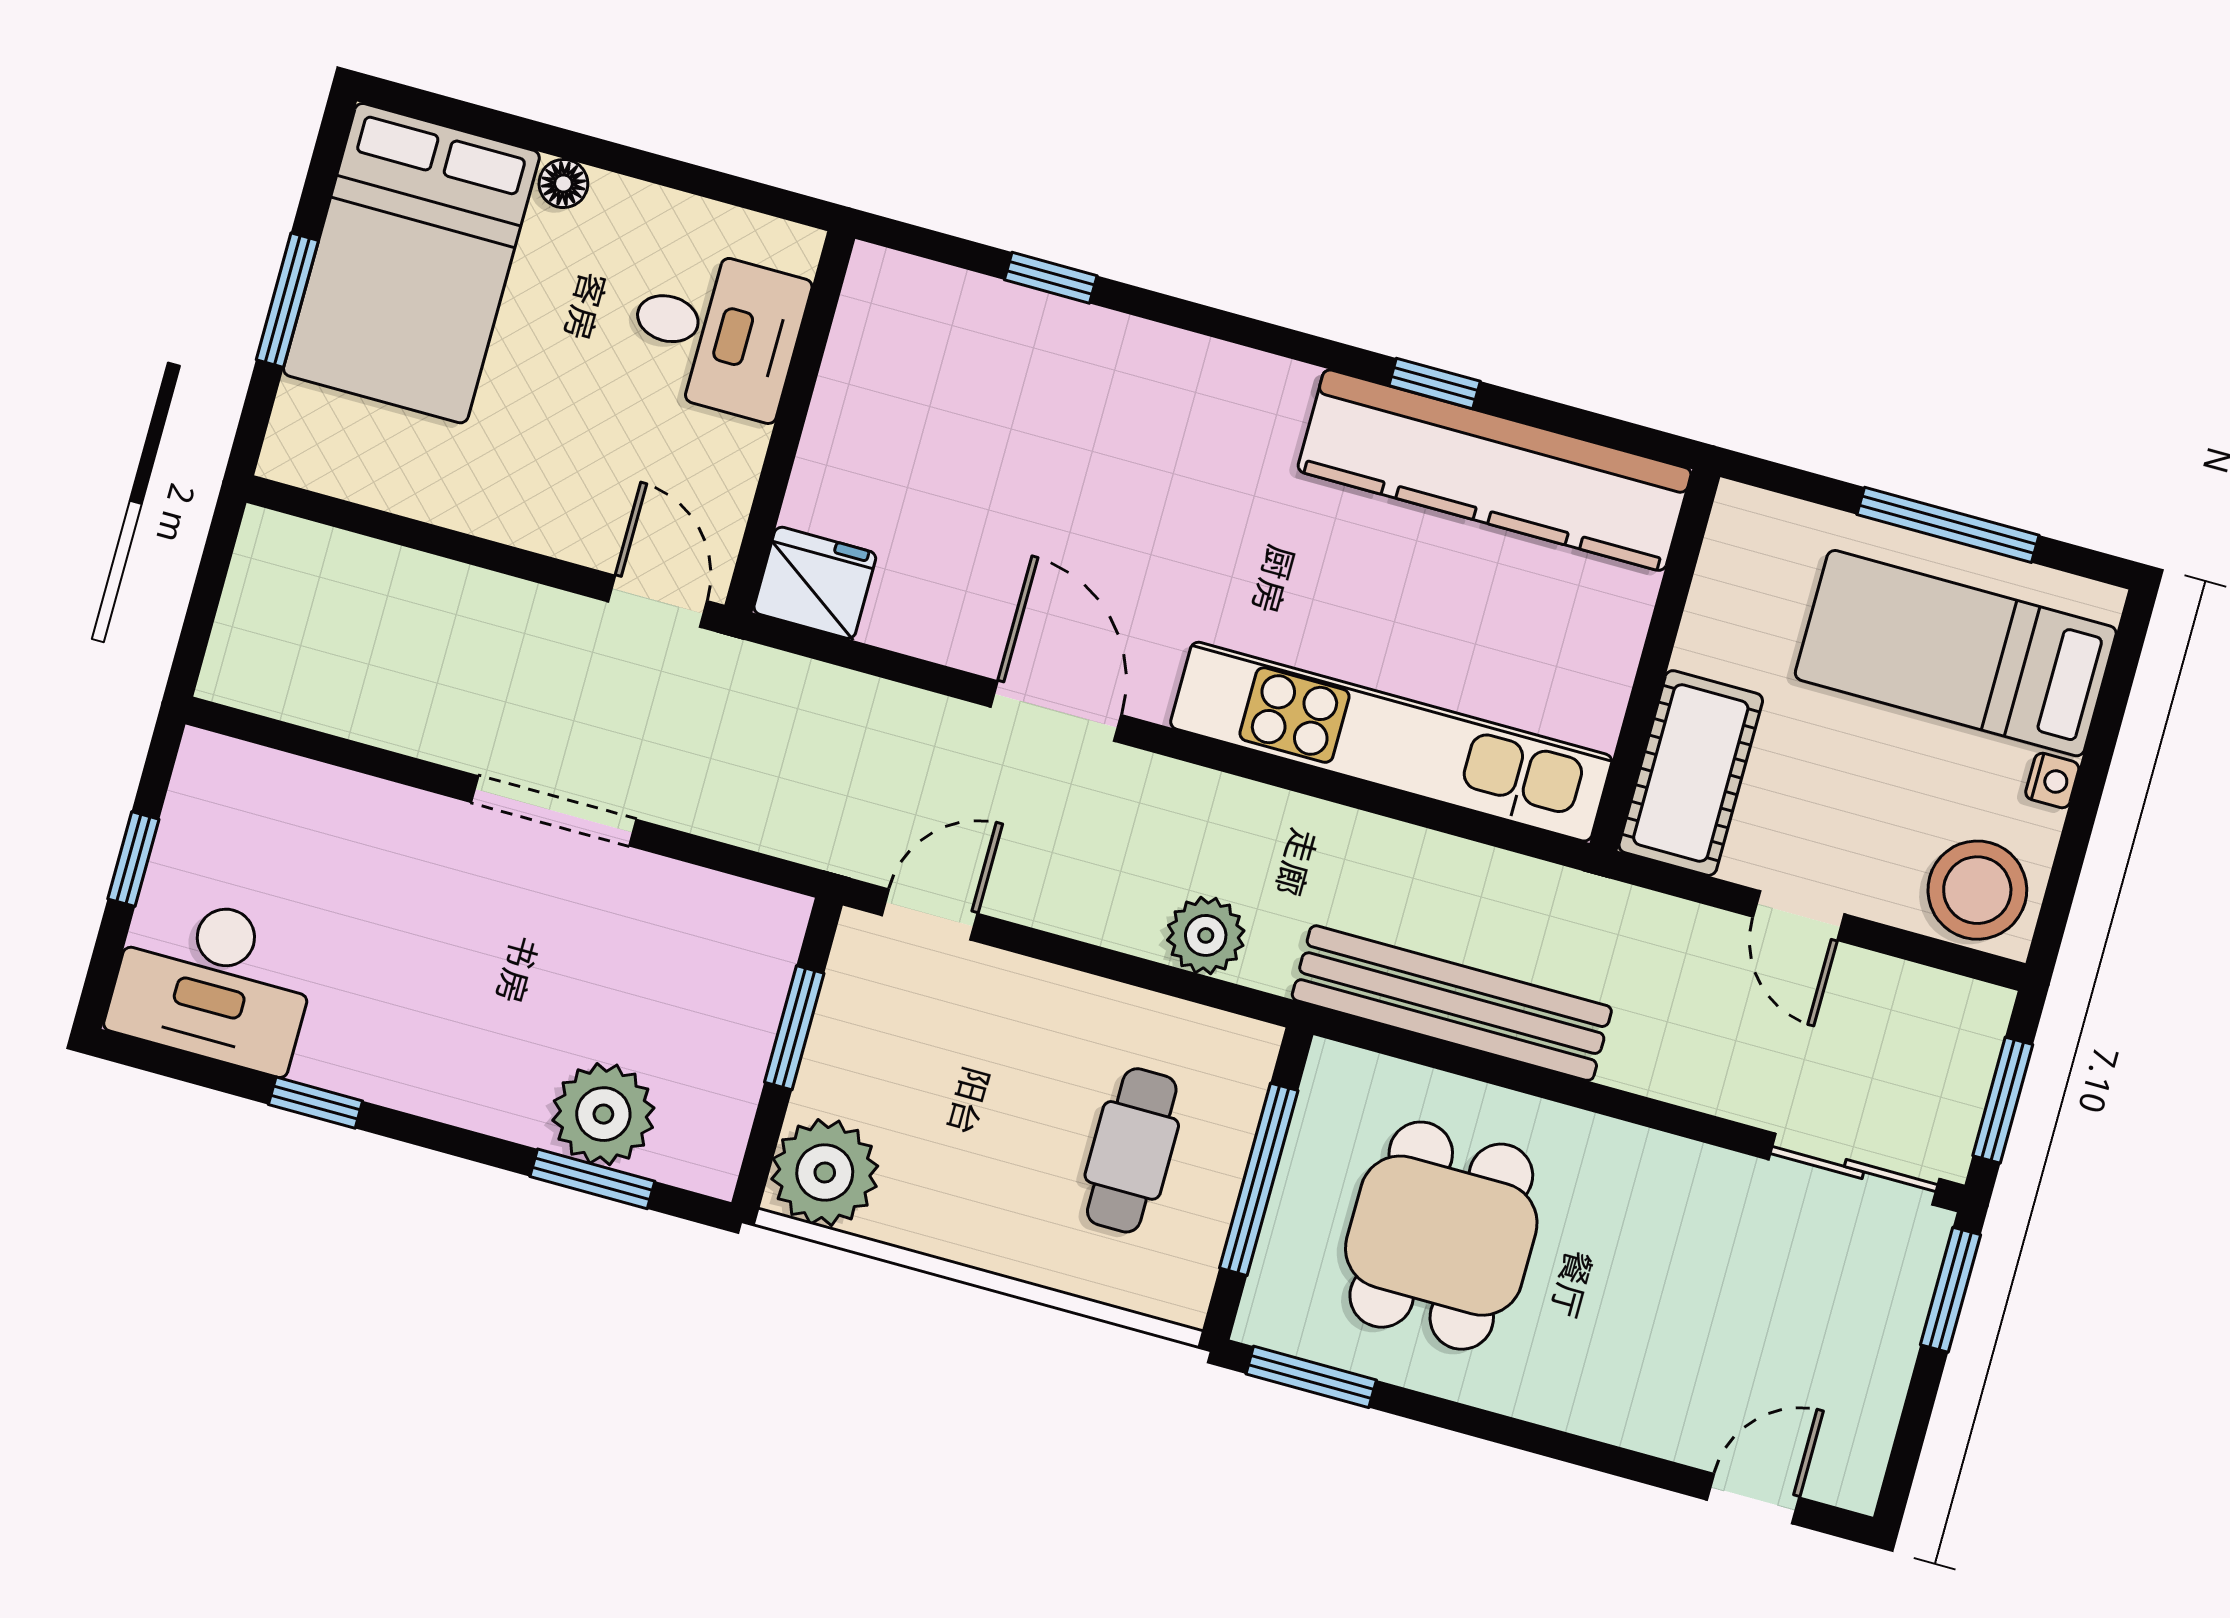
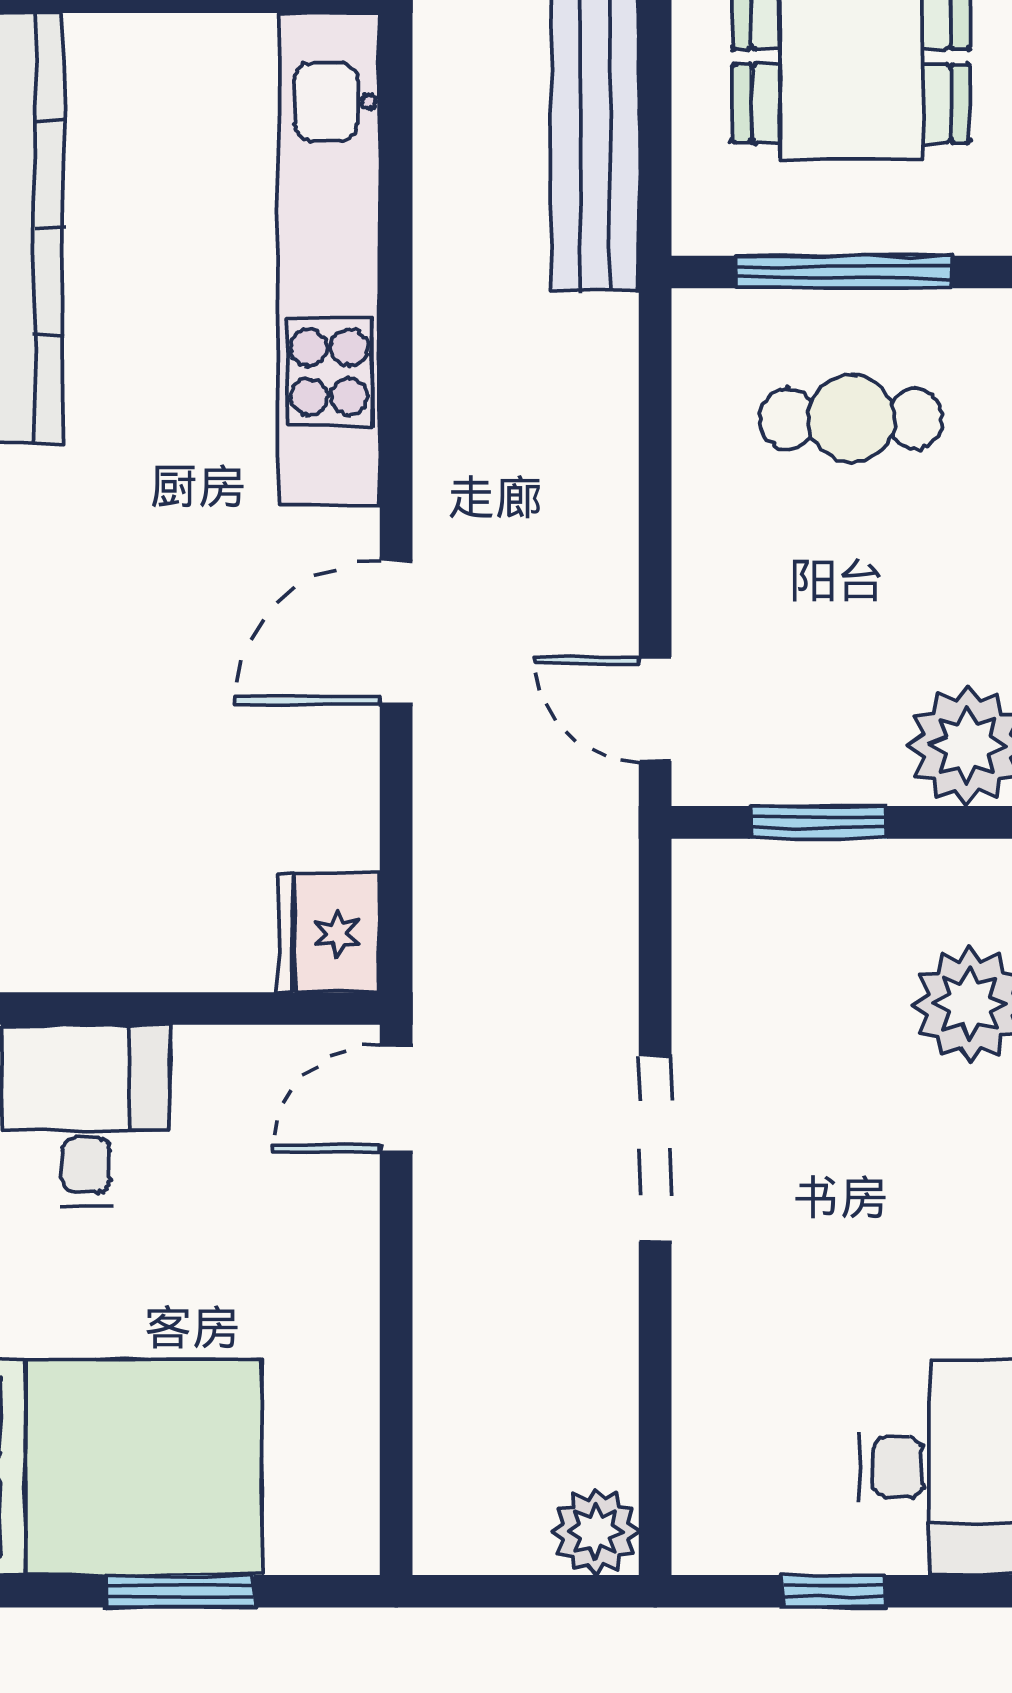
plant: (1206, 935) -> (595, 1531), moved

